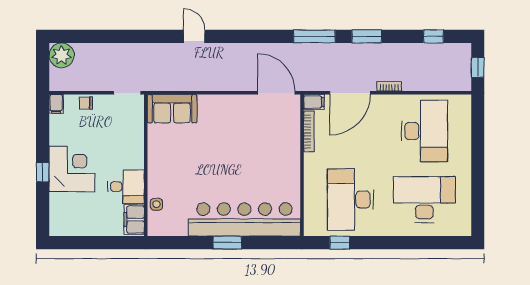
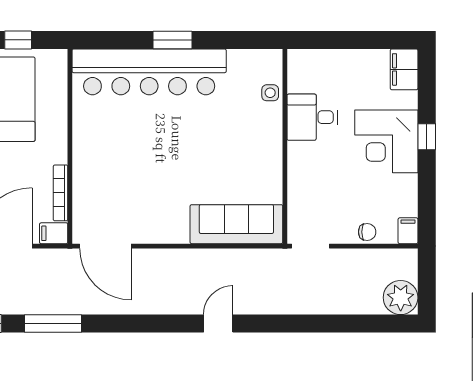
door: (194, 36) -> (218, 324), swing flipped
sofa: (172, 109) -> (236, 224), width x1.36
filing cabinet: (134, 220) -> (404, 69), moved, turned 180

